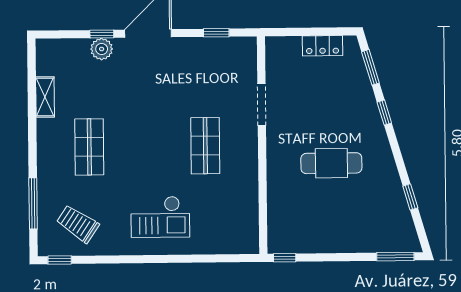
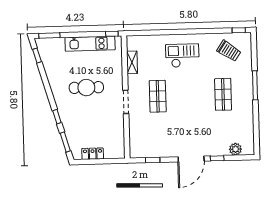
plant: (102, 49) -> (235, 149), moved
shelving: (45, 97) -> (132, 62), moved
doorway: (262, 105) -> (126, 102), moved
window: (410, 197) -> (37, 56), moved
window: (33, 203) -> (255, 85), moved
kitchen unit: (323, 241) -> (90, 44), added

